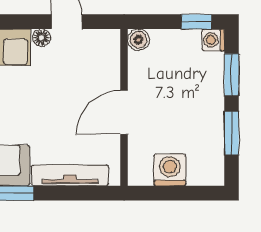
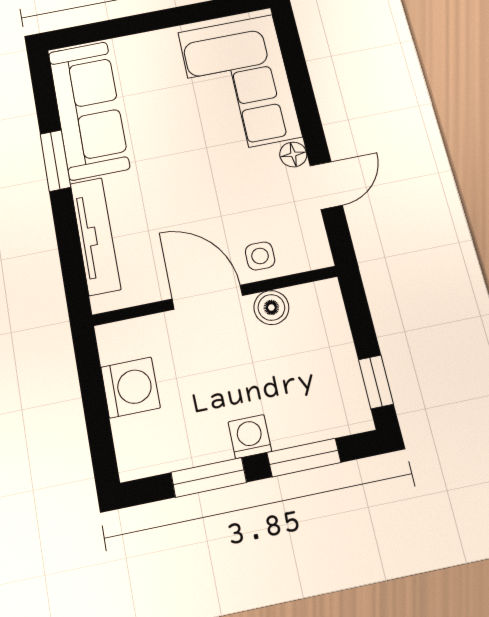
boiler: (139, 40) -> (271, 307), moved
washing machine: (213, 40) -> (250, 437), moved
side table: (105, 74) -> (260, 256), added

